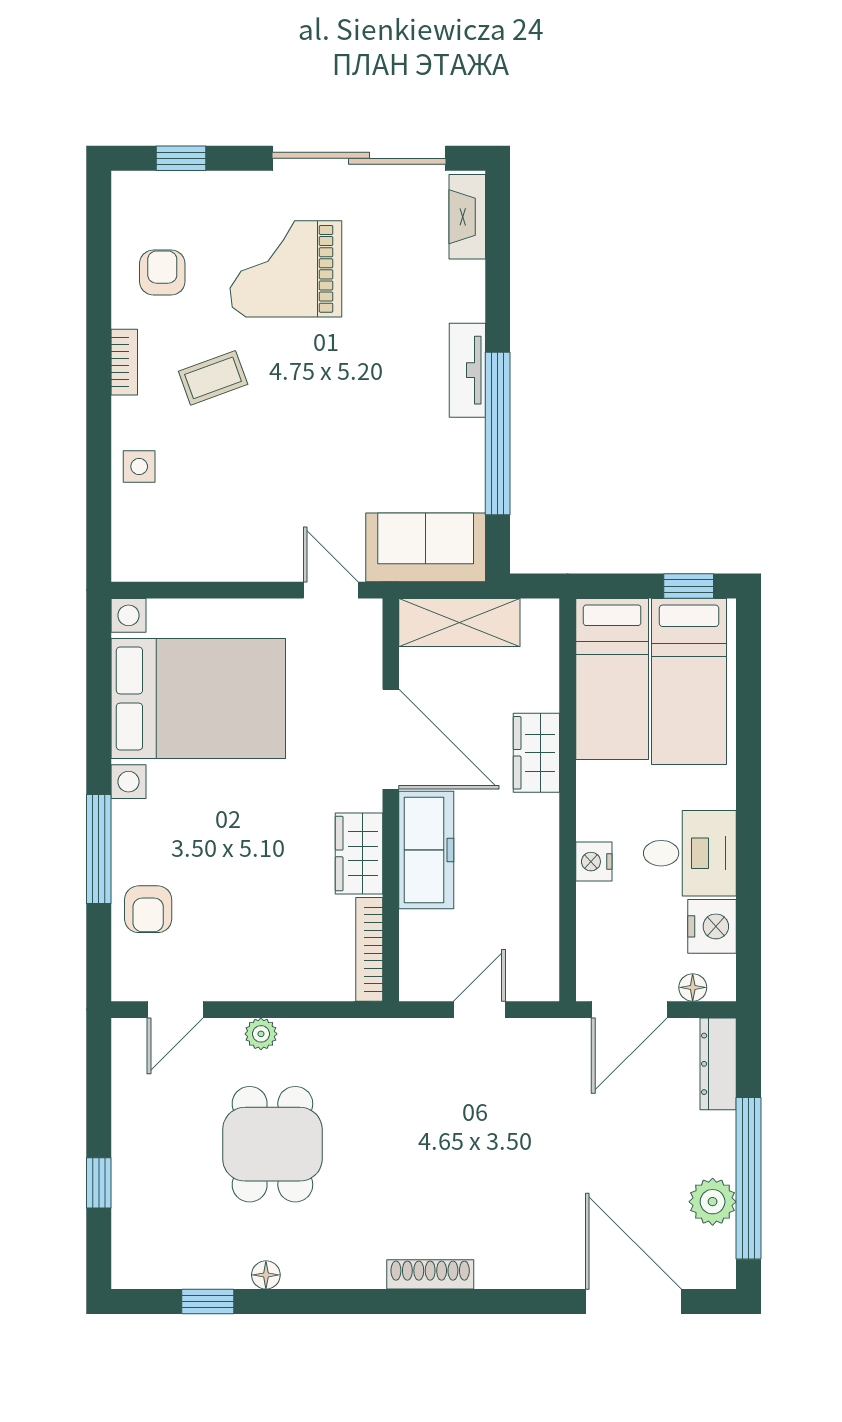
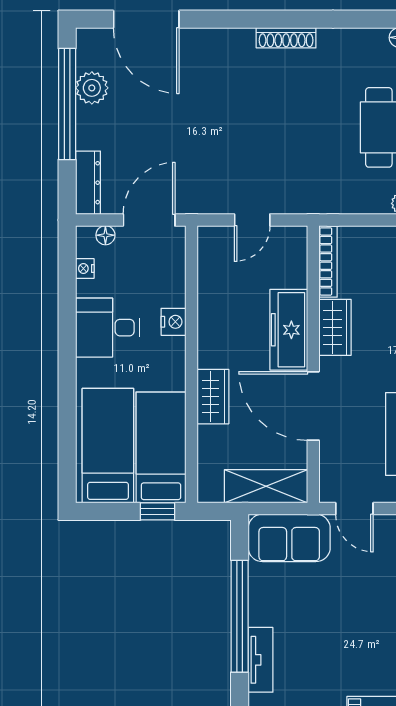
window: (689, 586) -> (158, 511), moved
nightstand: (712, 926) -> (85, 268), width x0.53, depth x0.56

